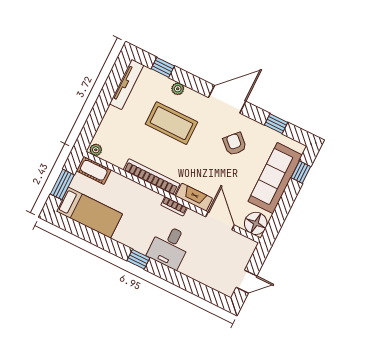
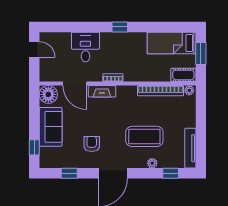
armchair: (235, 144) -> (92, 144), turned -133
bookcase: (152, 177) -> (161, 91), moved
sofa: (275, 178) -> (51, 127), width x0.73
desk: (169, 247) -> (85, 47), moved
door: (246, 282) -> (34, 49), swing flipped

